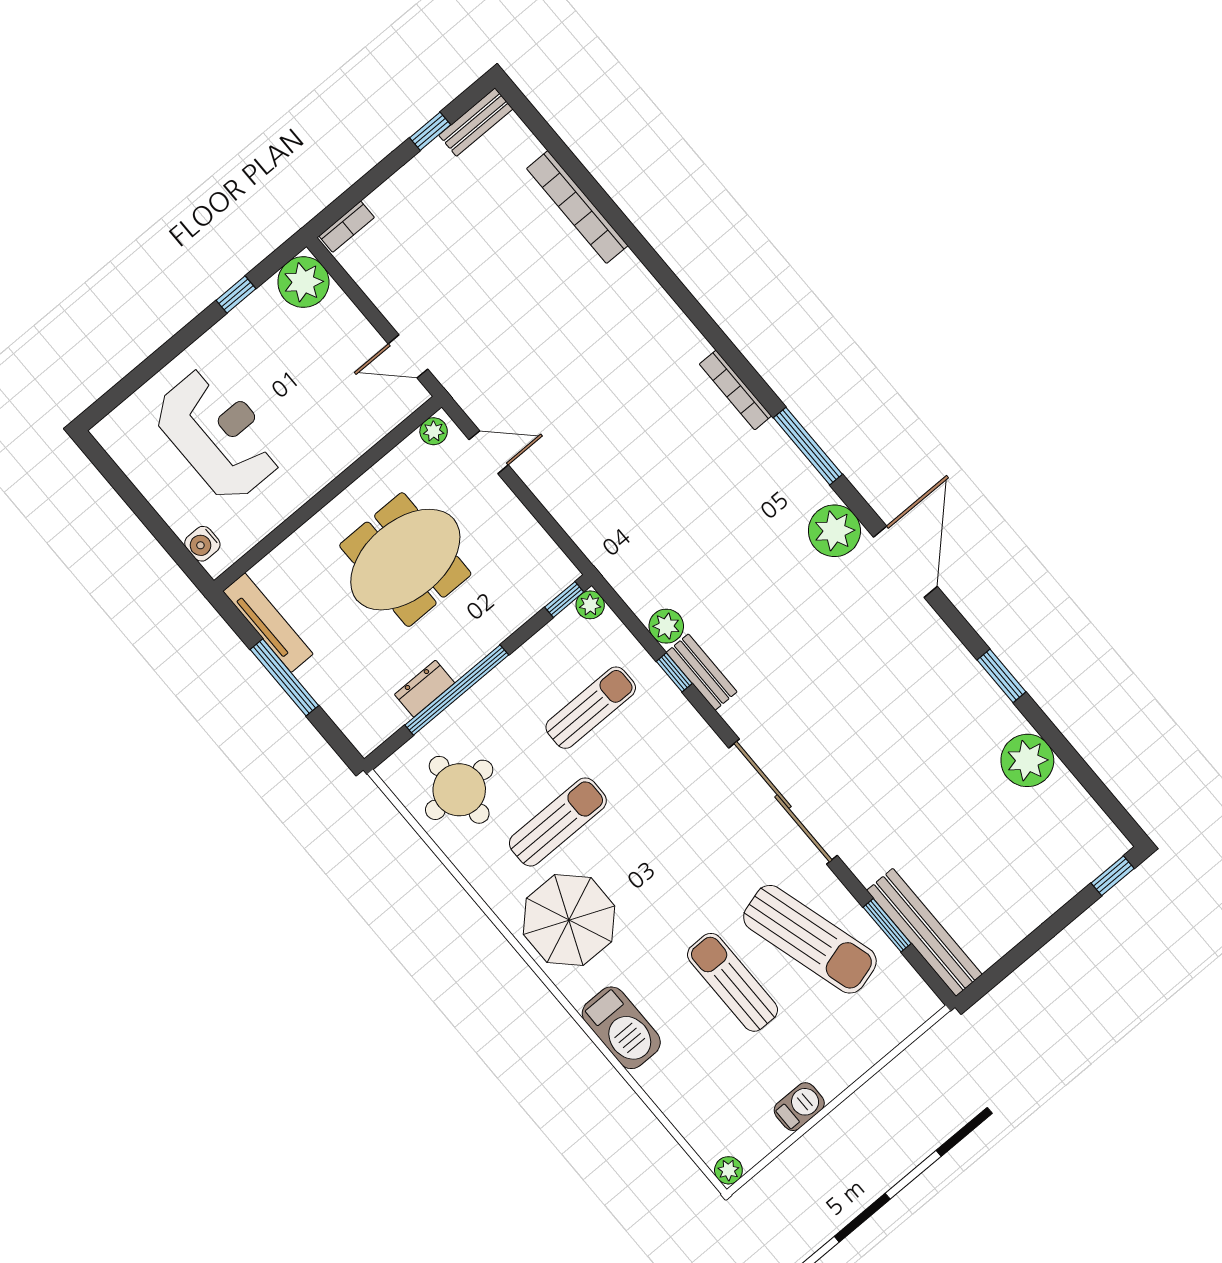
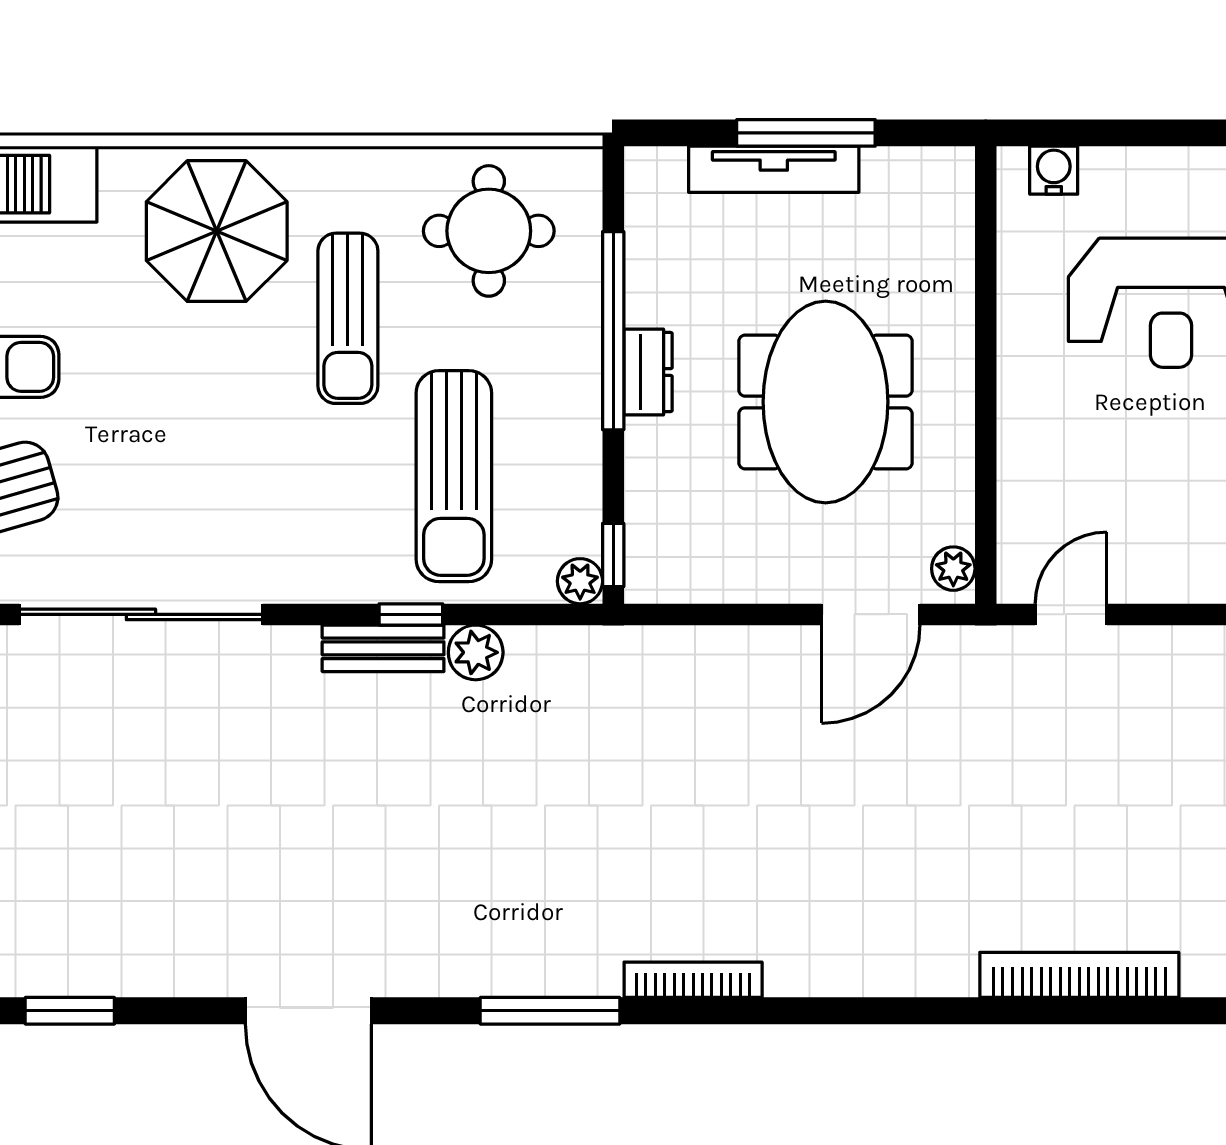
door: (489, 452) -> (871, 614), width x1.38
plant: (834, 531) -> (419, 956), removed
tv unit: (268, 623) -> (774, 169), moved
dresser: (425, 689) -> (648, 372), moved
sun lounger: (591, 708) -> (454, 476), width x1.36, depth x1.34

